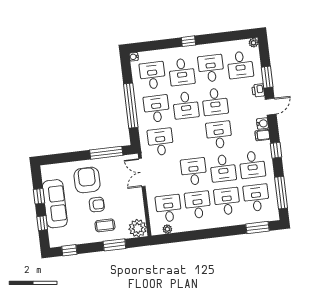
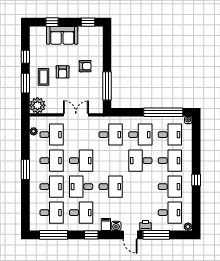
window: (188, 41) -> (196, 180), moved
desk: (240, 65) -> (170, 213), turned 180
desk: (182, 72) -> (170, 161), turned 180
window: (267, 77) -> (156, 235), width x1.44
desk: (215, 102) -> (140, 187), removed
window: (131, 106) -> (163, 112), moved
desk: (252, 165) -> (81, 213), turned 180
double door: (142, 172) -> (76, 115), moved
armchair: (87, 180) -> (85, 66), width x0.53, depth x0.53
window: (39, 196) -> (88, 22), moved
sofa: (55, 204) -> (62, 35), width x0.73
window: (257, 228) -> (25, 169), moved
window: (69, 250) -> (25, 57), moved

